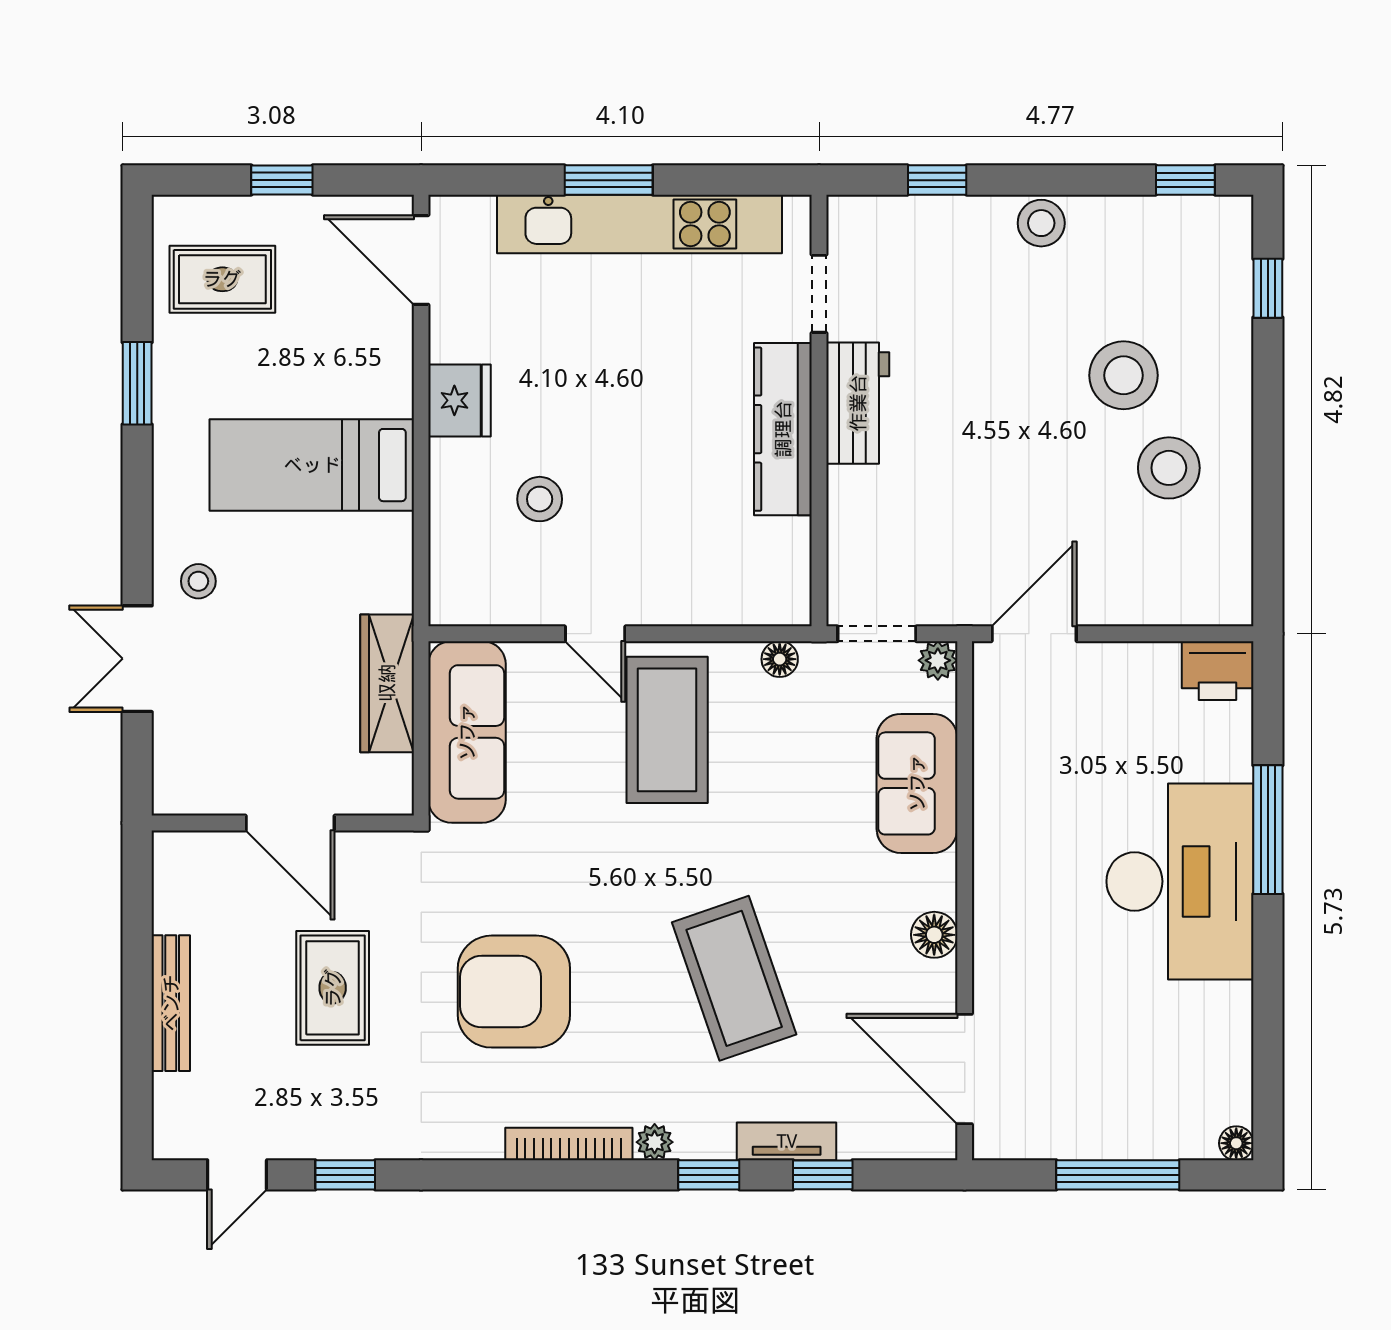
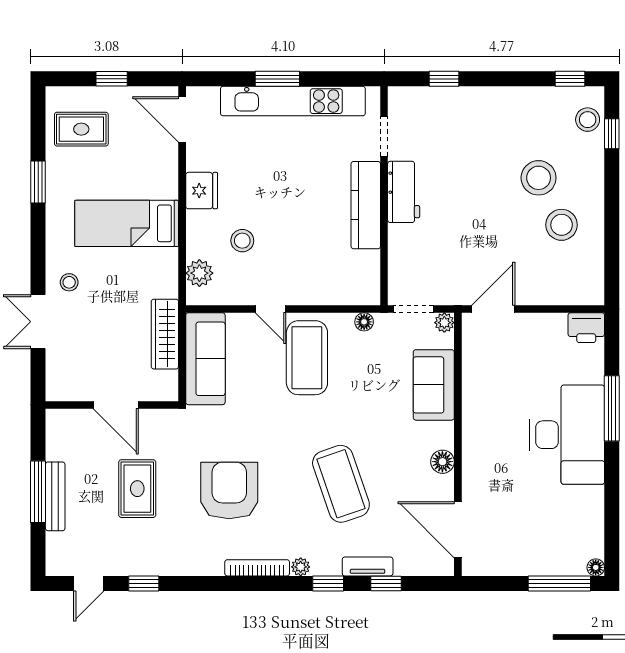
stool: (1041, 223) -> (588, 120), moved
plant: (455, 563) -> (199, 273), added
armchair: (514, 992) -> (229, 491), turned 90
window: (137, 994) -> (38, 492), added
window: (1118, 1175) -> (559, 583), moved

